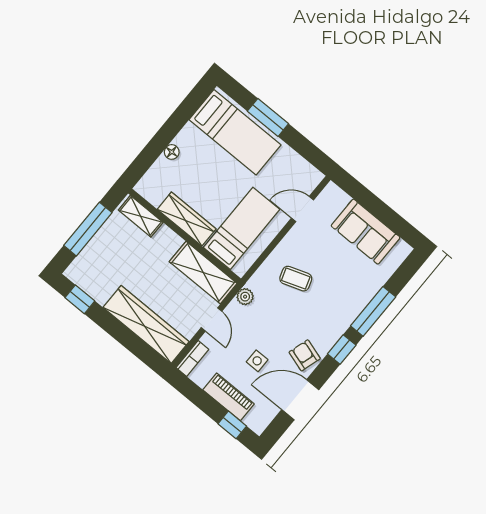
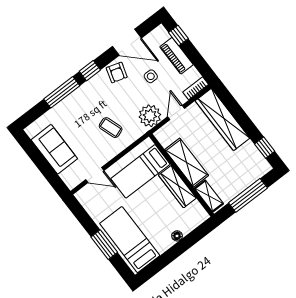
shelving: (203, 273) -> (187, 163), moved
plant: (245, 297) -> (150, 116), width x1.88, depth x1.88

